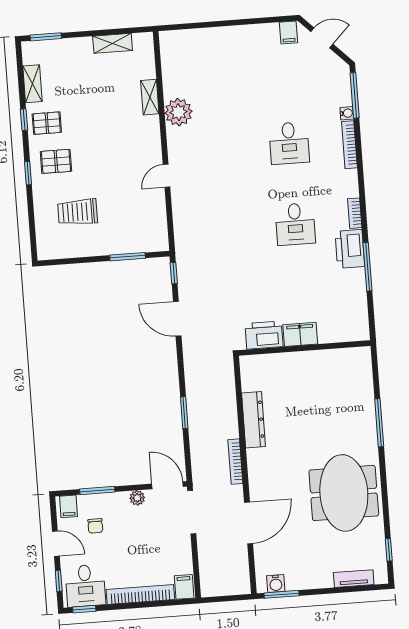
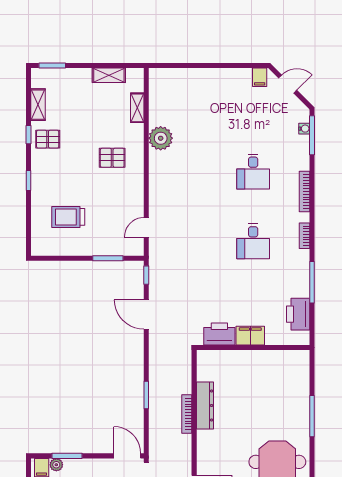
shelving: (150, 97) -> (137, 108), moved
water cooler: (347, 113) -> (304, 129), moved
bookcase: (349, 145) -> (304, 192), moved
pallet: (56, 161) -> (112, 158), moved
door: (166, 176) -> (146, 227), moved
printer: (350, 249) -> (298, 314), moved
bookcase: (235, 462) -> (187, 414), moved
plant: (137, 498) -> (56, 465), moved

